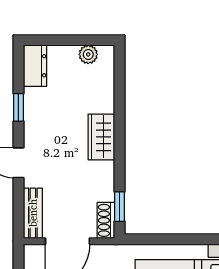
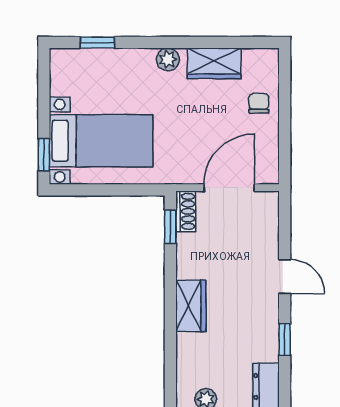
bench: (33, 213) -> (268, 219), removed

